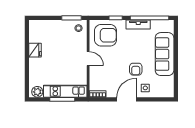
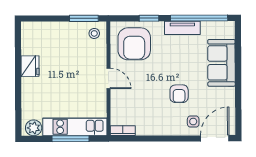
armchair: (106, 35) -> (134, 44), turned 90
sofa: (165, 54) -> (221, 63), width x0.73
door: (126, 99) -> (215, 138), moved

